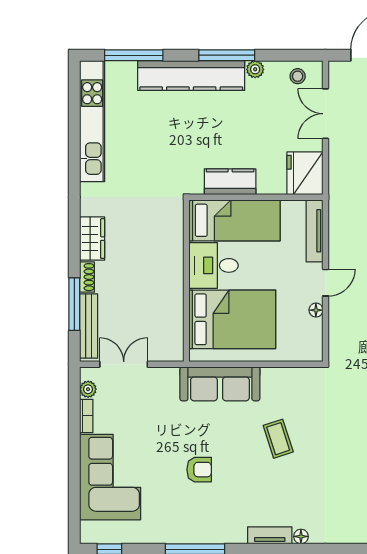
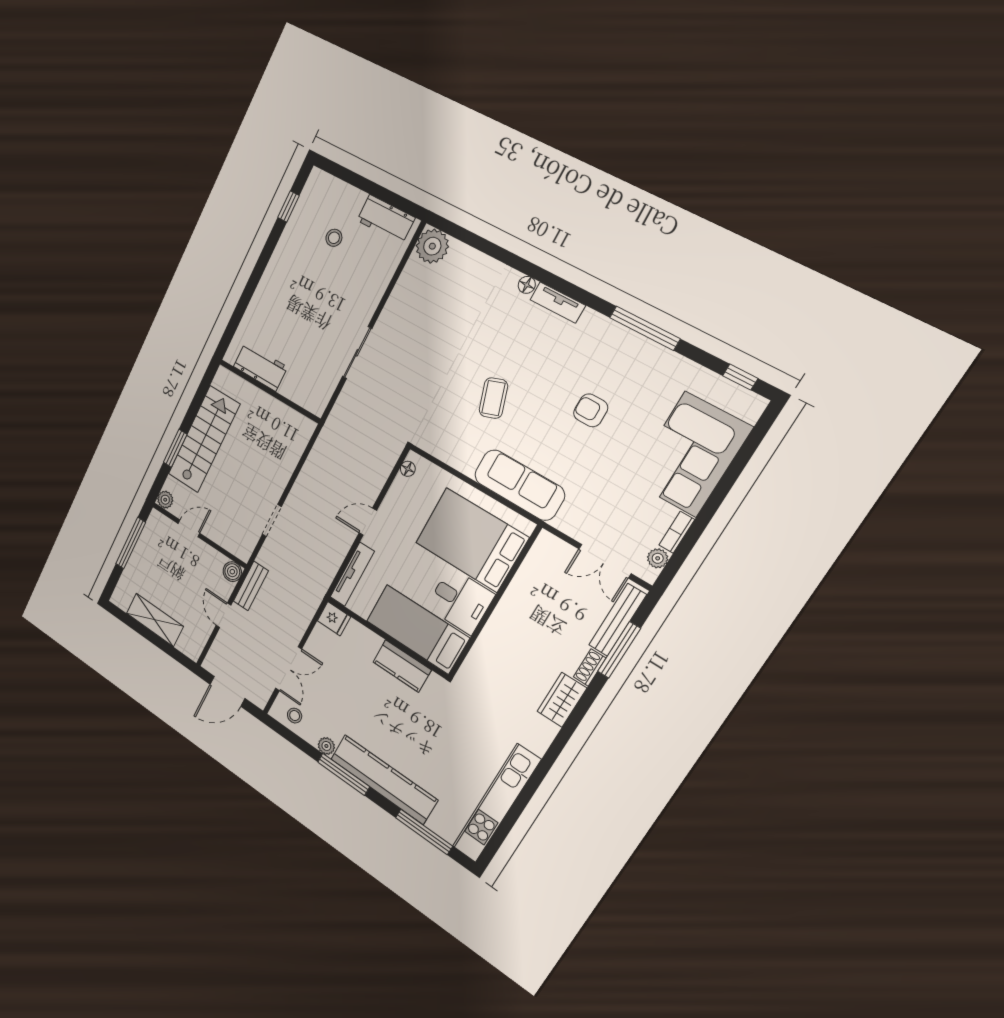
fridge: (305, 173) -> (334, 619), width x0.53, depth x0.75
floor lamp: (316, 310) -> (408, 469), moved

